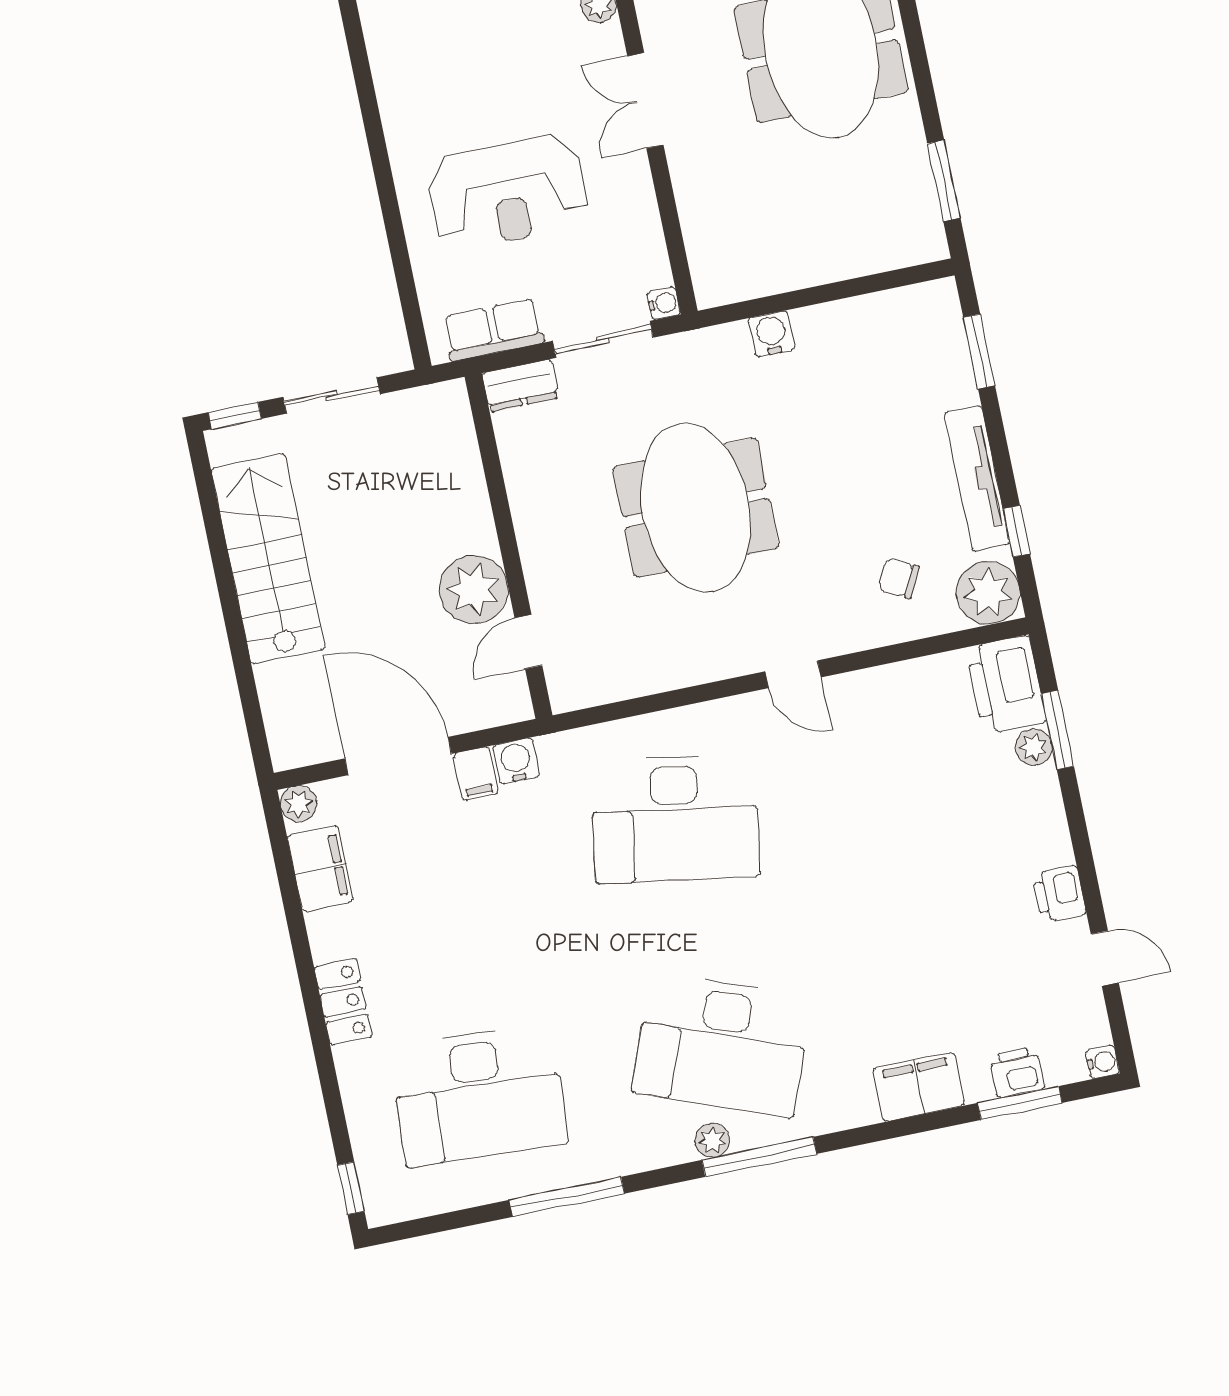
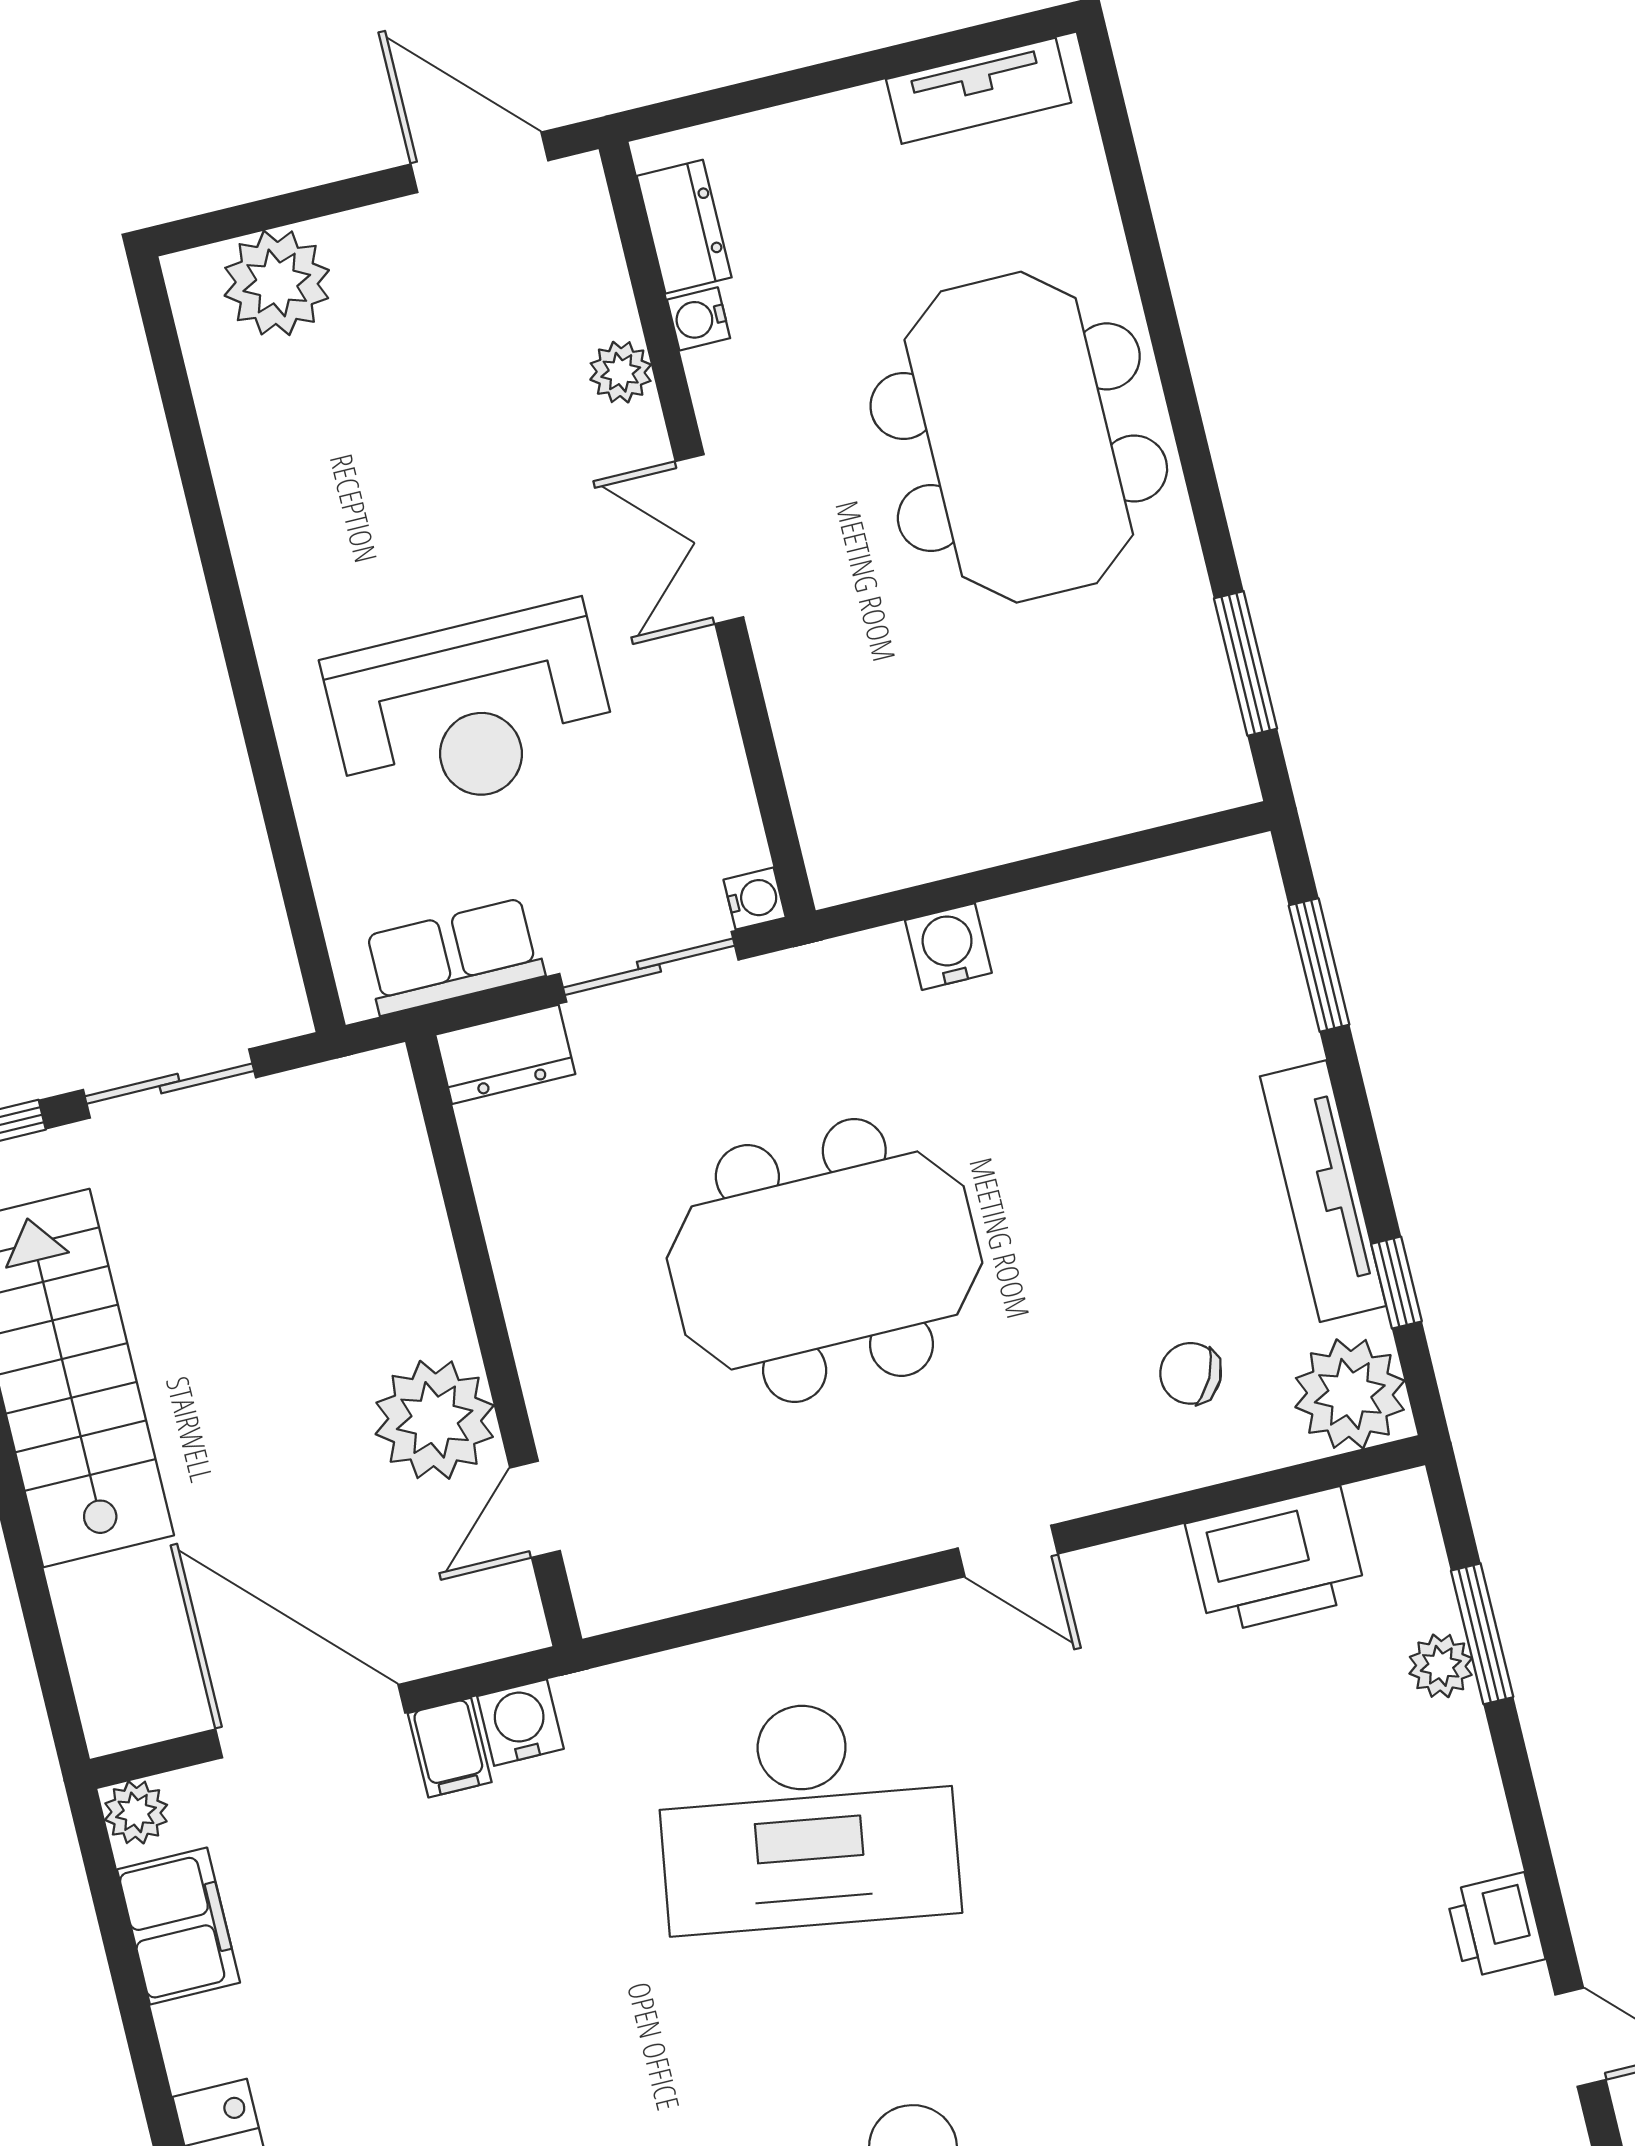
meeting table: (696, 508) -> (824, 1260), turned 90
printer: (1006, 685) -> (1276, 1561), moved, turned -90

